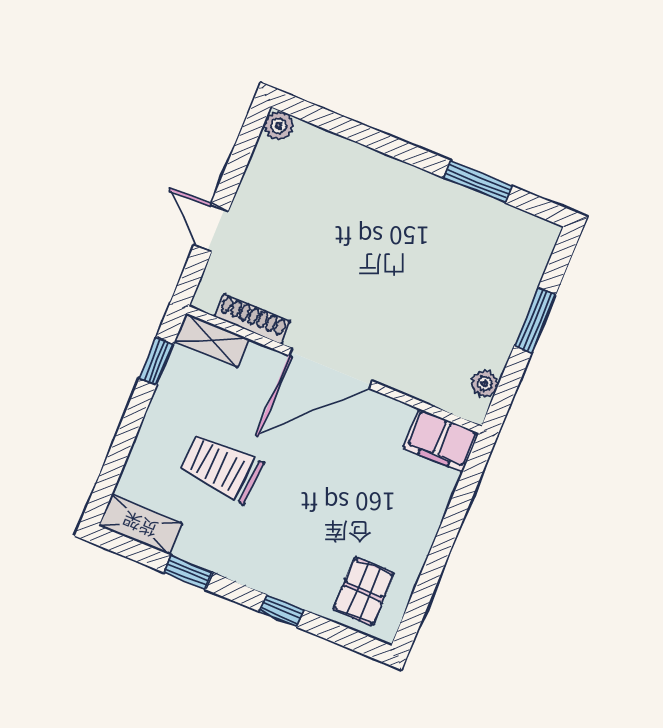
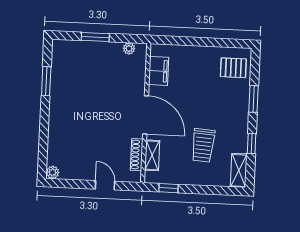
door: (211, 228) -> (105, 185), swing flipped
shelving: (212, 340) -> (152, 155), moved
filing cabinet: (441, 441) -> (159, 71), moved
window: (282, 611) -> (254, 99), width x1.50

